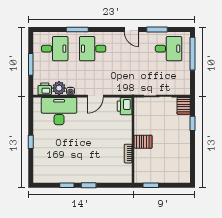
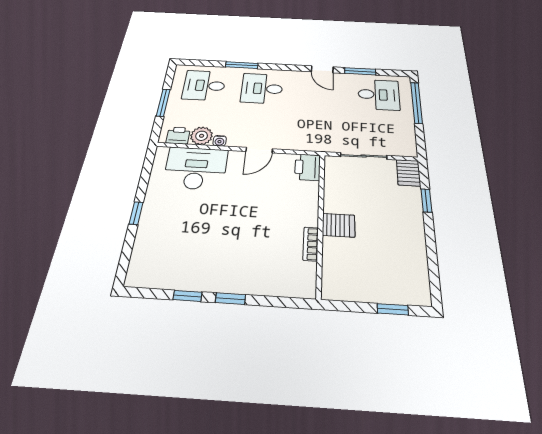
desk: (55, 49) -> (204, 85), turned 180
window: (151, 185) -> (393, 309), moved

